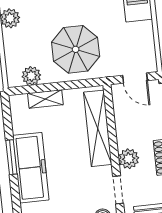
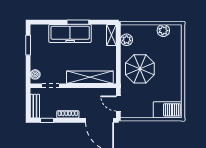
door: (135, 78) -> (118, 104), hinge flipped
shelving: (45, 99) -> (111, 35), moved
plant: (129, 159) -> (69, 94), removed

